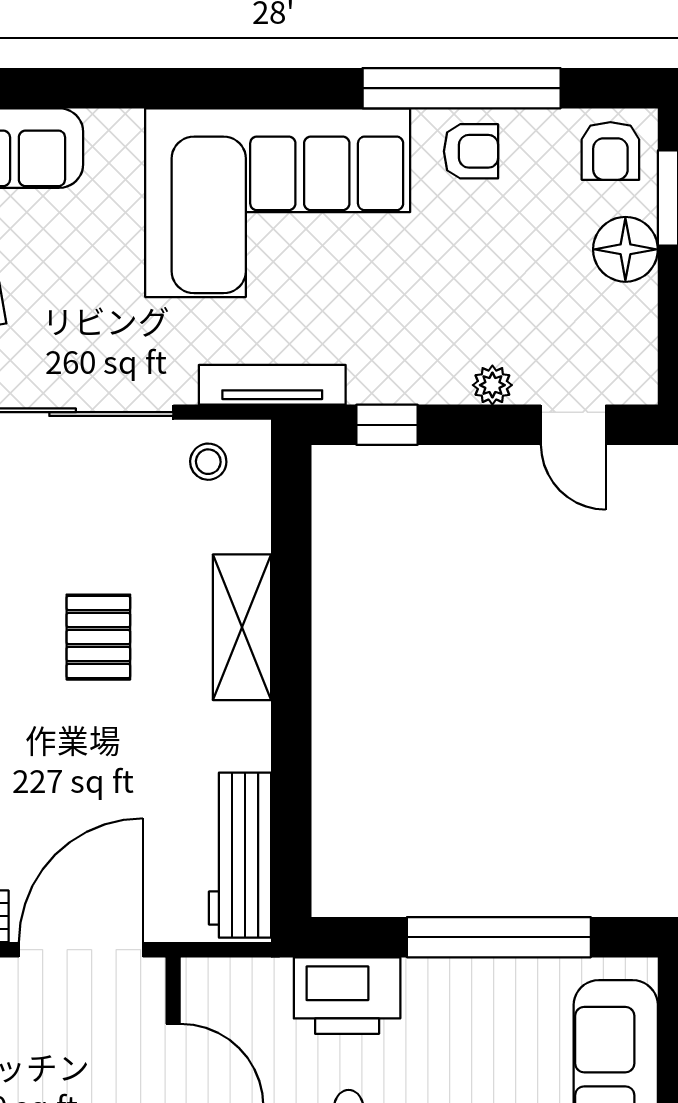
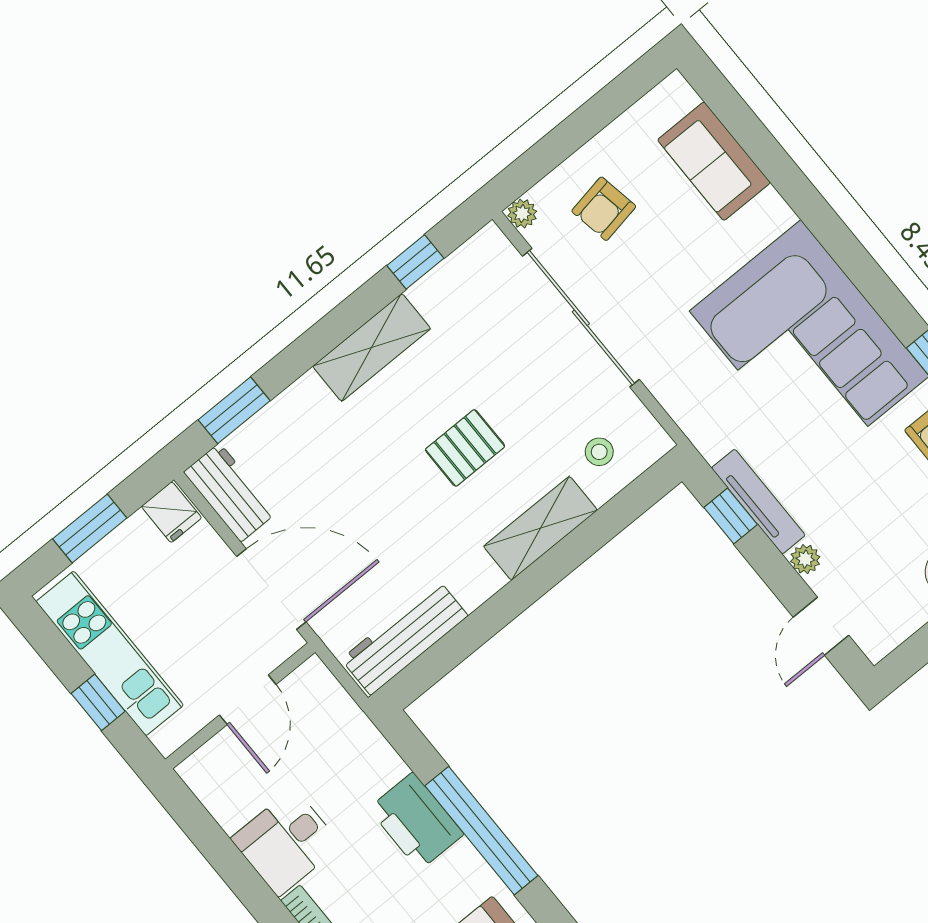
tv unit: (272, 385) -> (758, 502), moved
stool: (208, 462) -> (599, 452), moved
printer: (347, 996) -> (416, 821), moved

